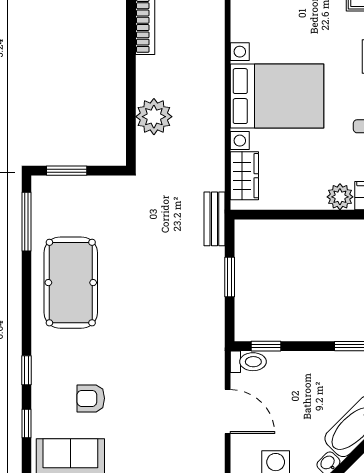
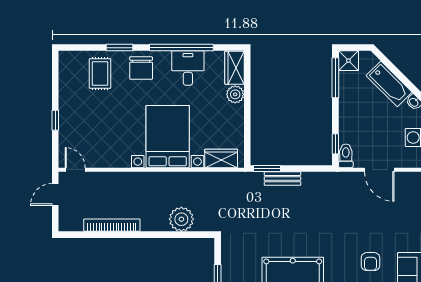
bench: (214, 219) -> (282, 179), moved
window: (230, 277) -> (267, 168), moved
door: (228, 412) -> (379, 170), swing flipped

